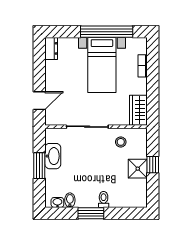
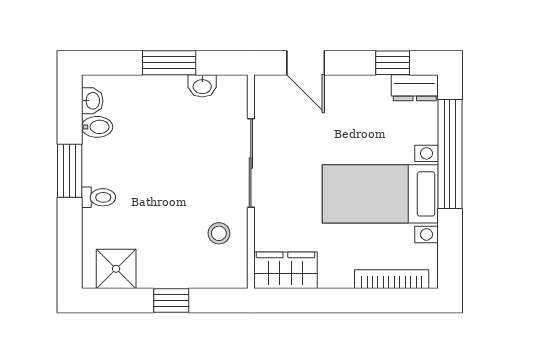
window: (107, 32) -> (450, 154), moved
window: (39, 59) -> (393, 63), added
bookcase: (143, 66) -> (392, 279), width x1.56
washbasin: (53, 156) -> (202, 86), width x0.52, depth x0.69
shower: (138, 169) -> (116, 269), moved

